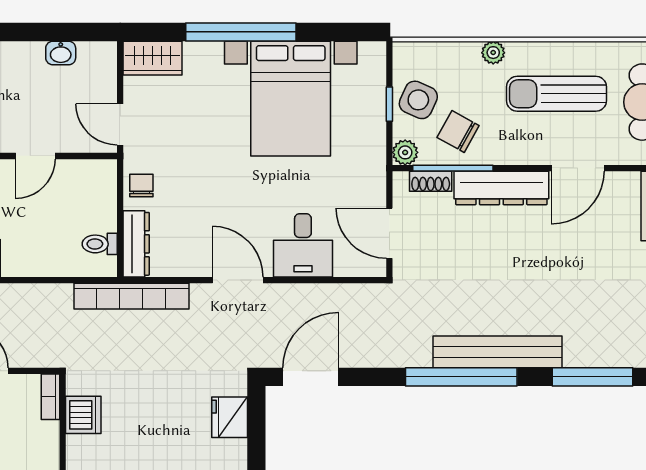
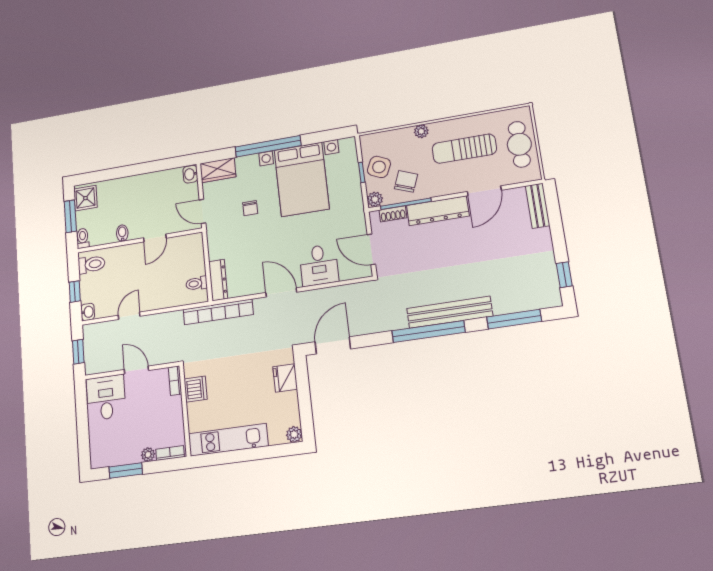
washbasin: (61, 53) -> (190, 174), moved, turned 90
chair: (458, 131) -> (406, 181), turned 82
chair: (141, 186) -> (250, 208), moved, turned 180

